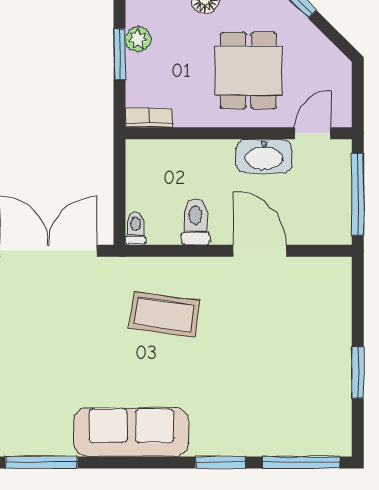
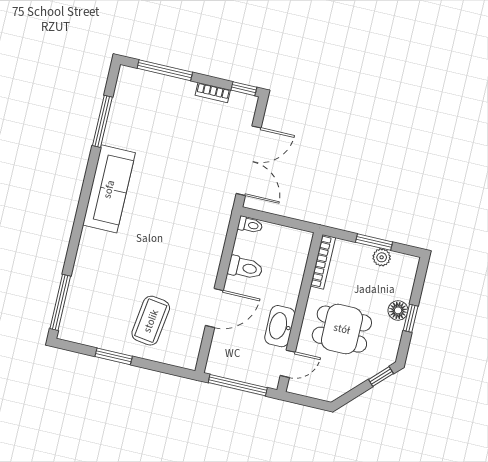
bookcase: (149, 118) -> (323, 262), width x1.56
door: (313, 133) -> (288, 364), hinge flipped
coffee table: (164, 315) -> (151, 321), moved
window: (220, 462) -> (73, 246), removed

